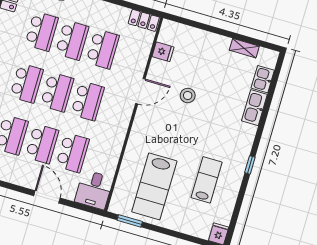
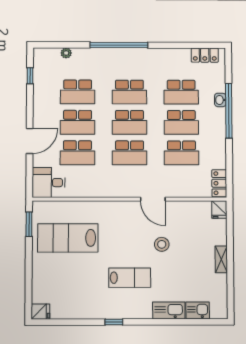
shelving: (244, 48) -> (221, 259), moved
fridge: (163, 52) -> (219, 209), moved
lab bench: (207, 180) -> (130, 278), moved

